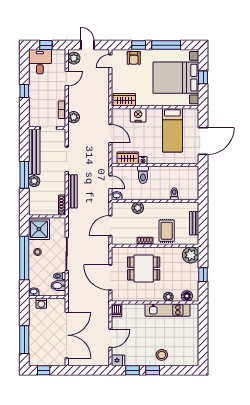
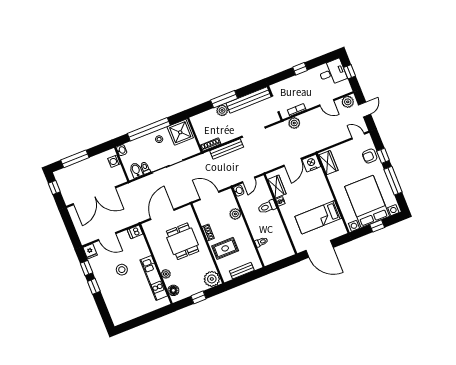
nightstand: (138, 115) -> (311, 163), moved, turned -90
stool: (162, 355) -> (122, 270), moved

